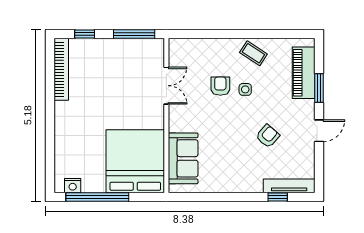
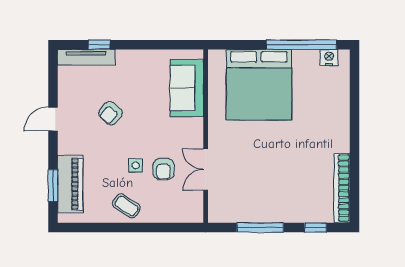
double door: (166, 86) -> (206, 169), moved
window: (319, 88) -> (53, 185), moved
wall: (166, 115) -> (206, 136), moved
sofa: (183, 158) -> (187, 88), moved

